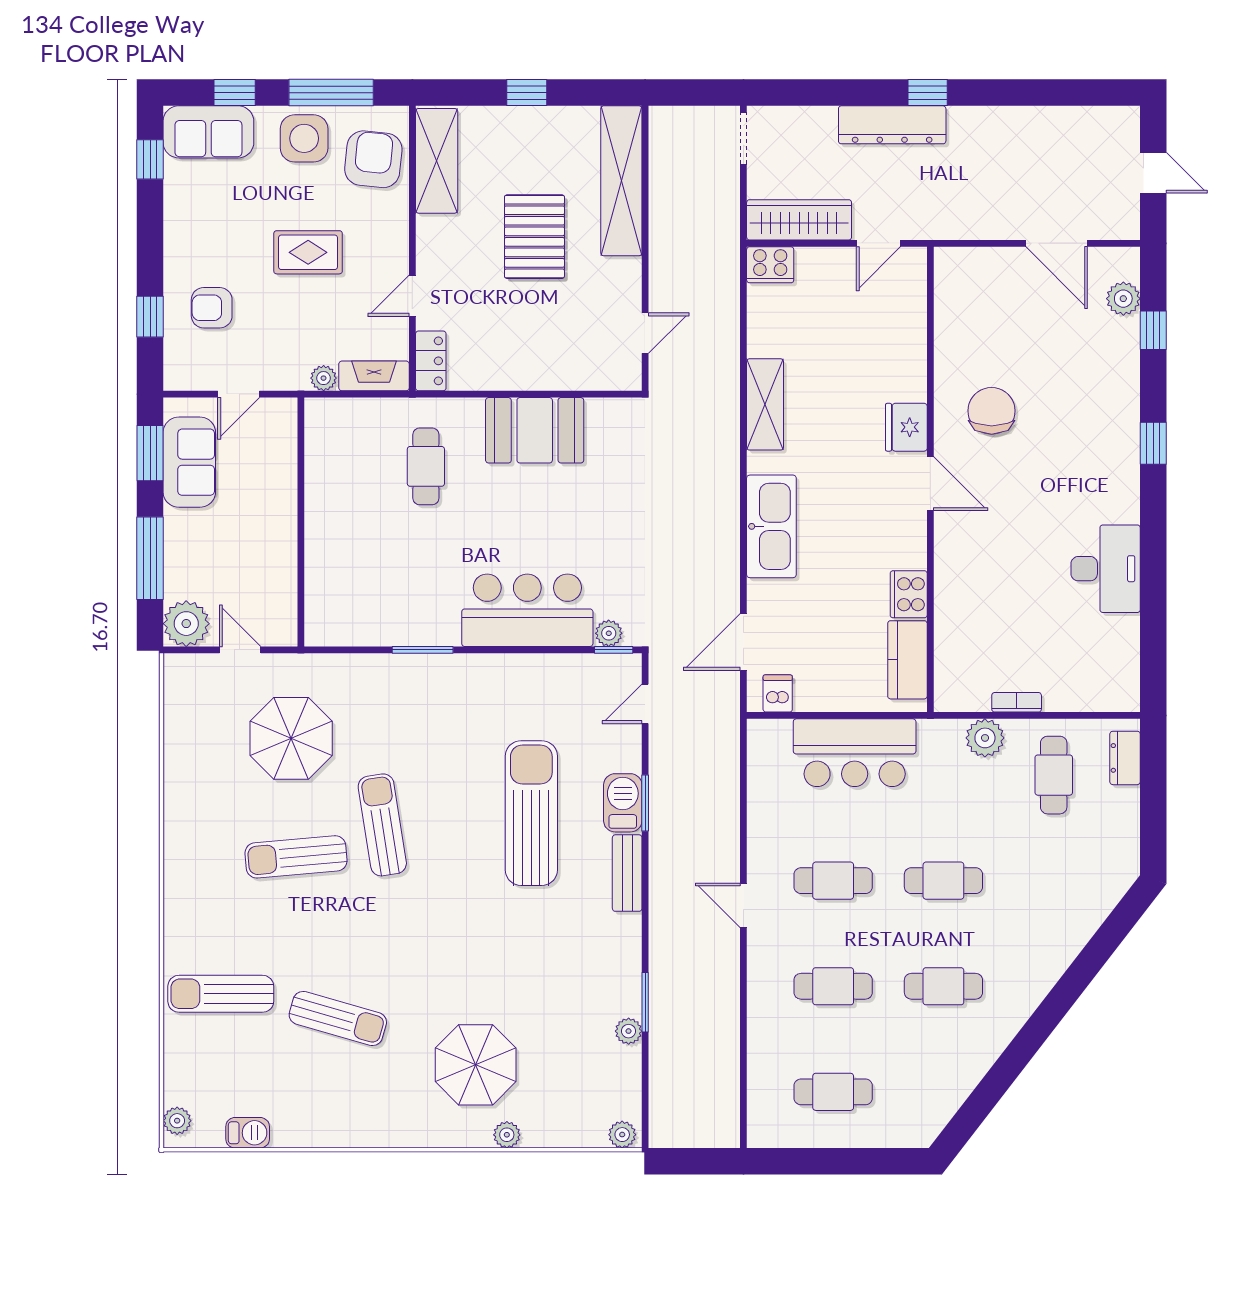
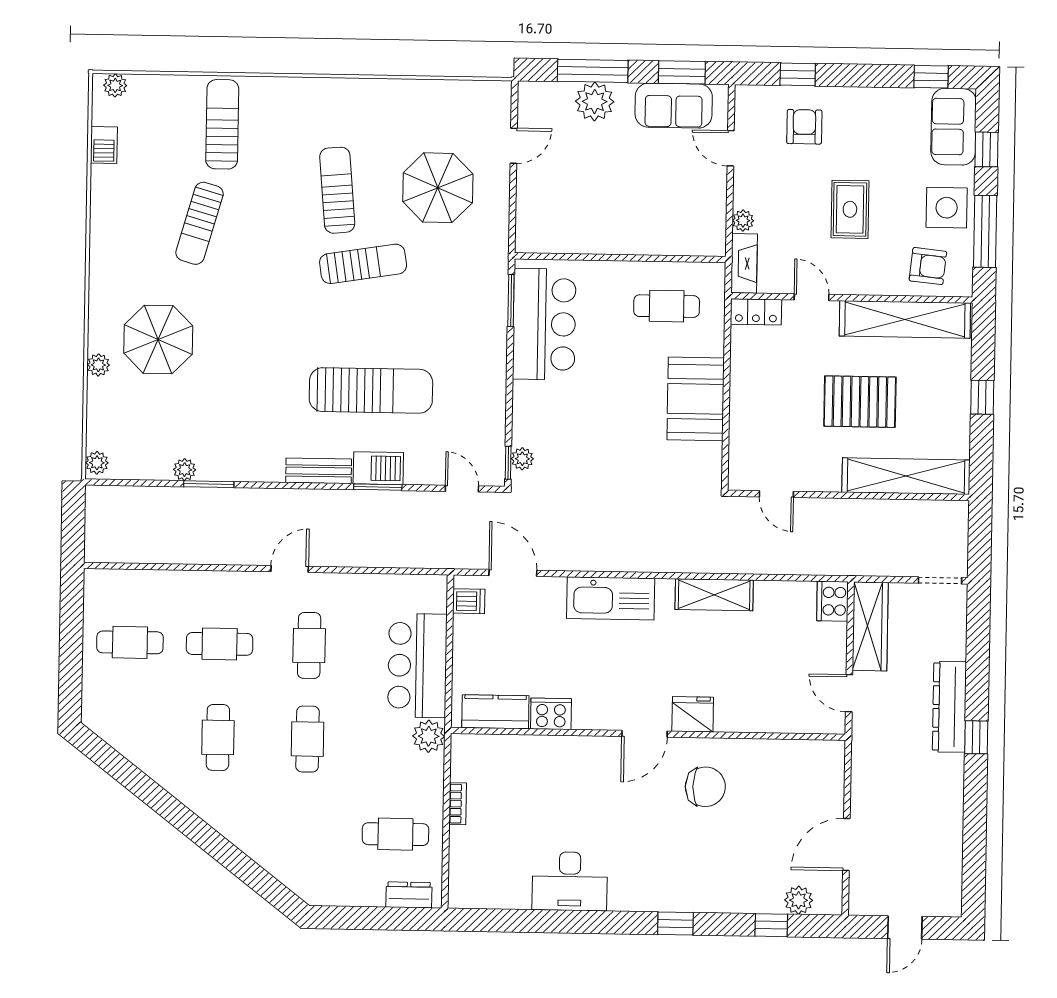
armchair: (373, 159) -> (928, 266), width x0.72, depth x0.72
shelving: (437, 161) -> (905, 319), width x1.47
wall: (301, 522) -> (620, 258), moved
bar counter: (527, 610) -> (544, 324), moved
plant: (186, 624) -> (595, 102), moved
plant: (985, 738) -> (429, 736), moved
cafe table: (833, 986) -> (220, 644), turned 90
cafe table: (833, 1092) -> (130, 642), turned 90

